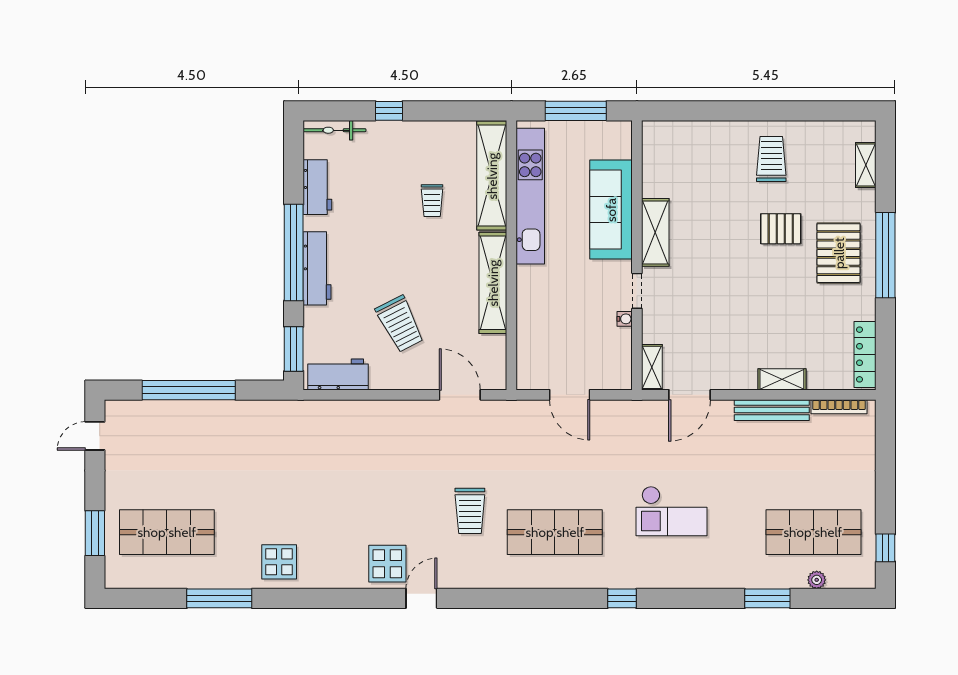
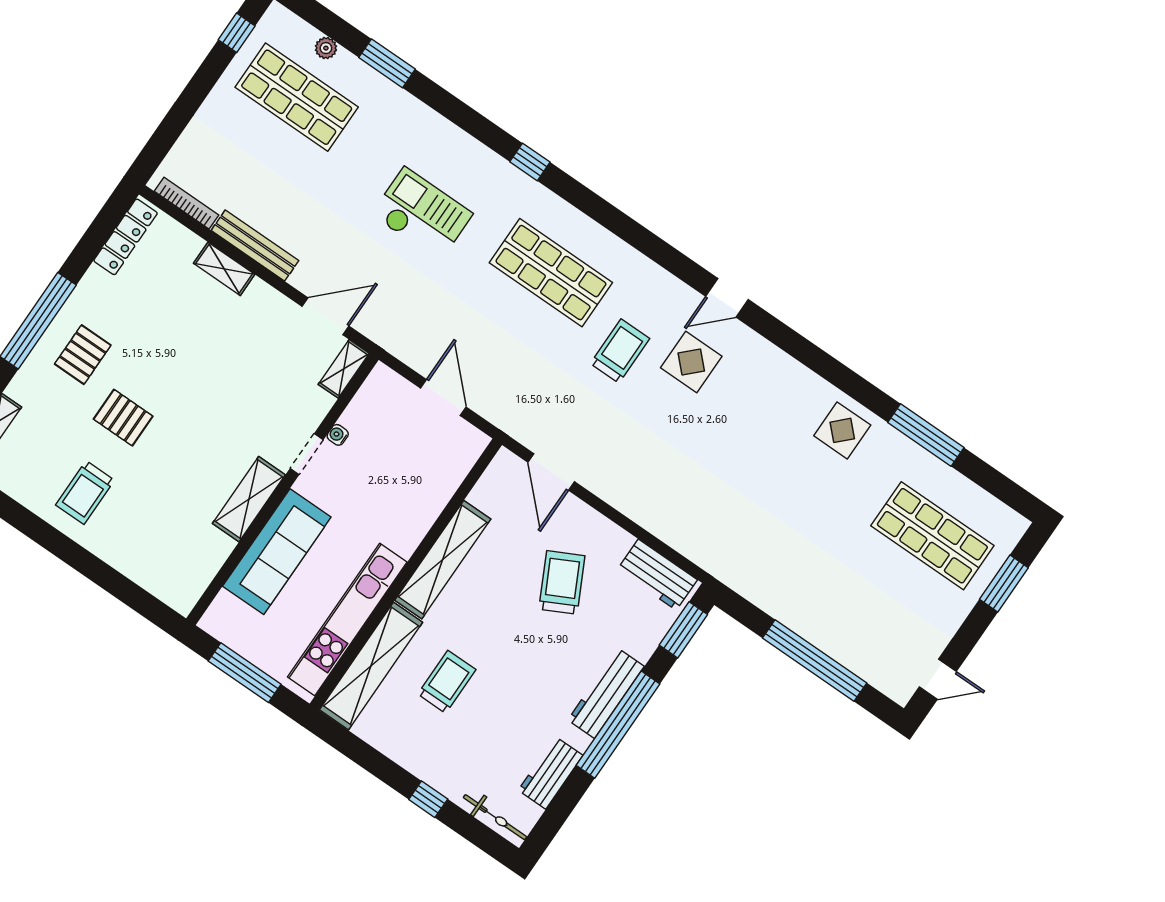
trolley: (432, 201) -> (447, 682), width x1.36, depth x1.39
pallet: (839, 253) -> (83, 355), width x0.67, depth x0.71
display table: (387, 564) -> (691, 362), moved

